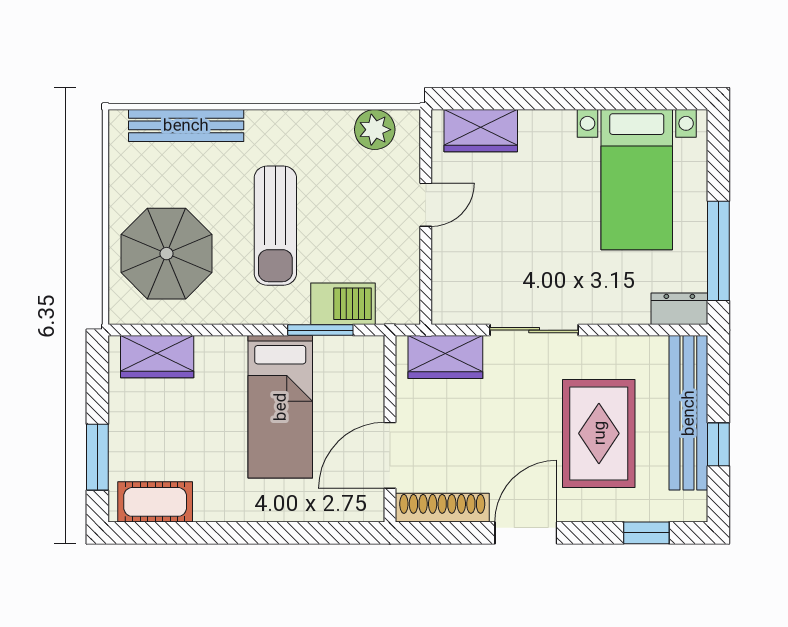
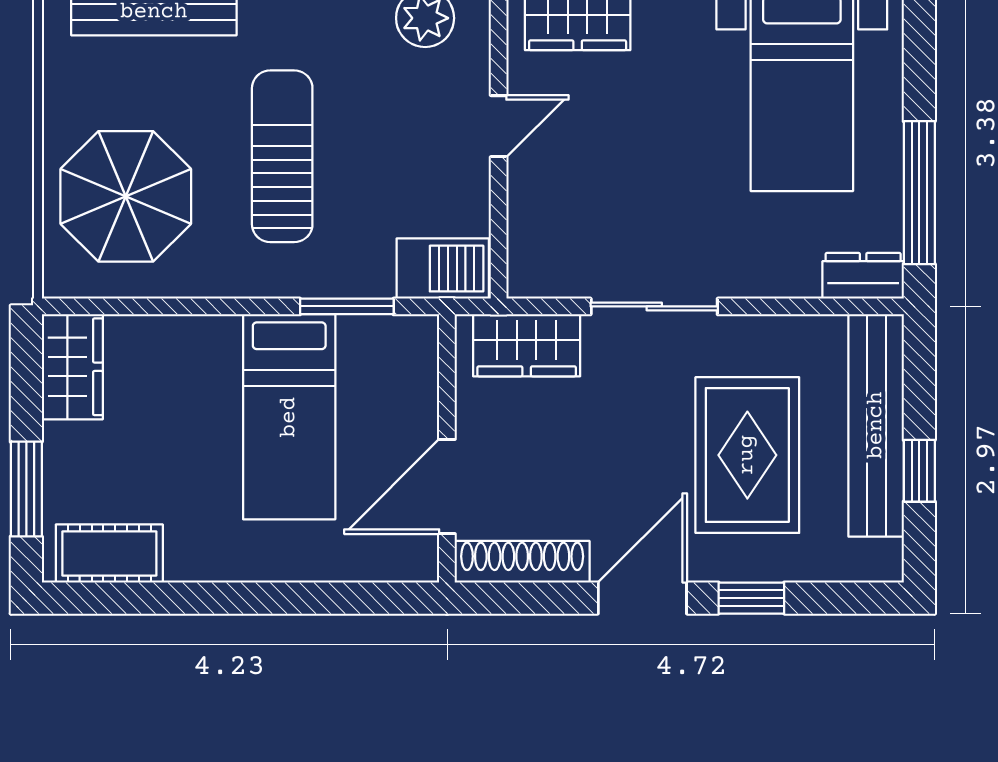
sun lounger: (275, 226) -> (282, 156), turned 180
barbecue: (343, 304) -> (443, 269), moved
wardrobe: (157, 357) -> (72, 367), moved, turned -90
window: (646, 533) -> (751, 598), moved

